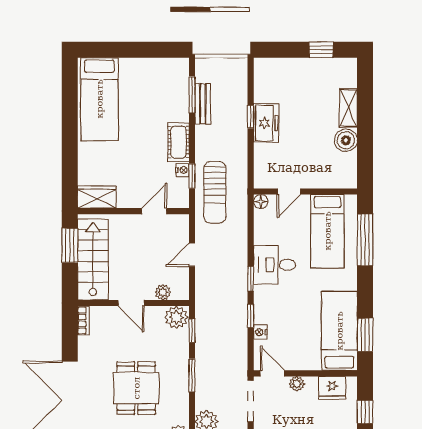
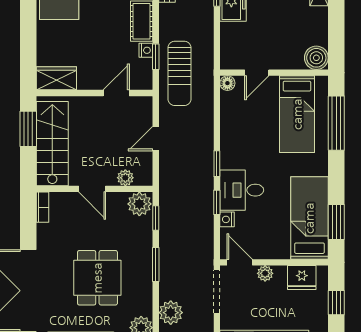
boiler: (346, 140) -> (316, 58), moved
desk: (274, 265) -> (242, 190), moved

